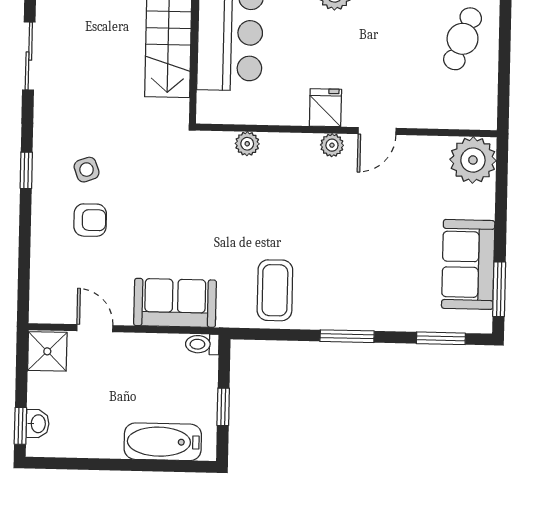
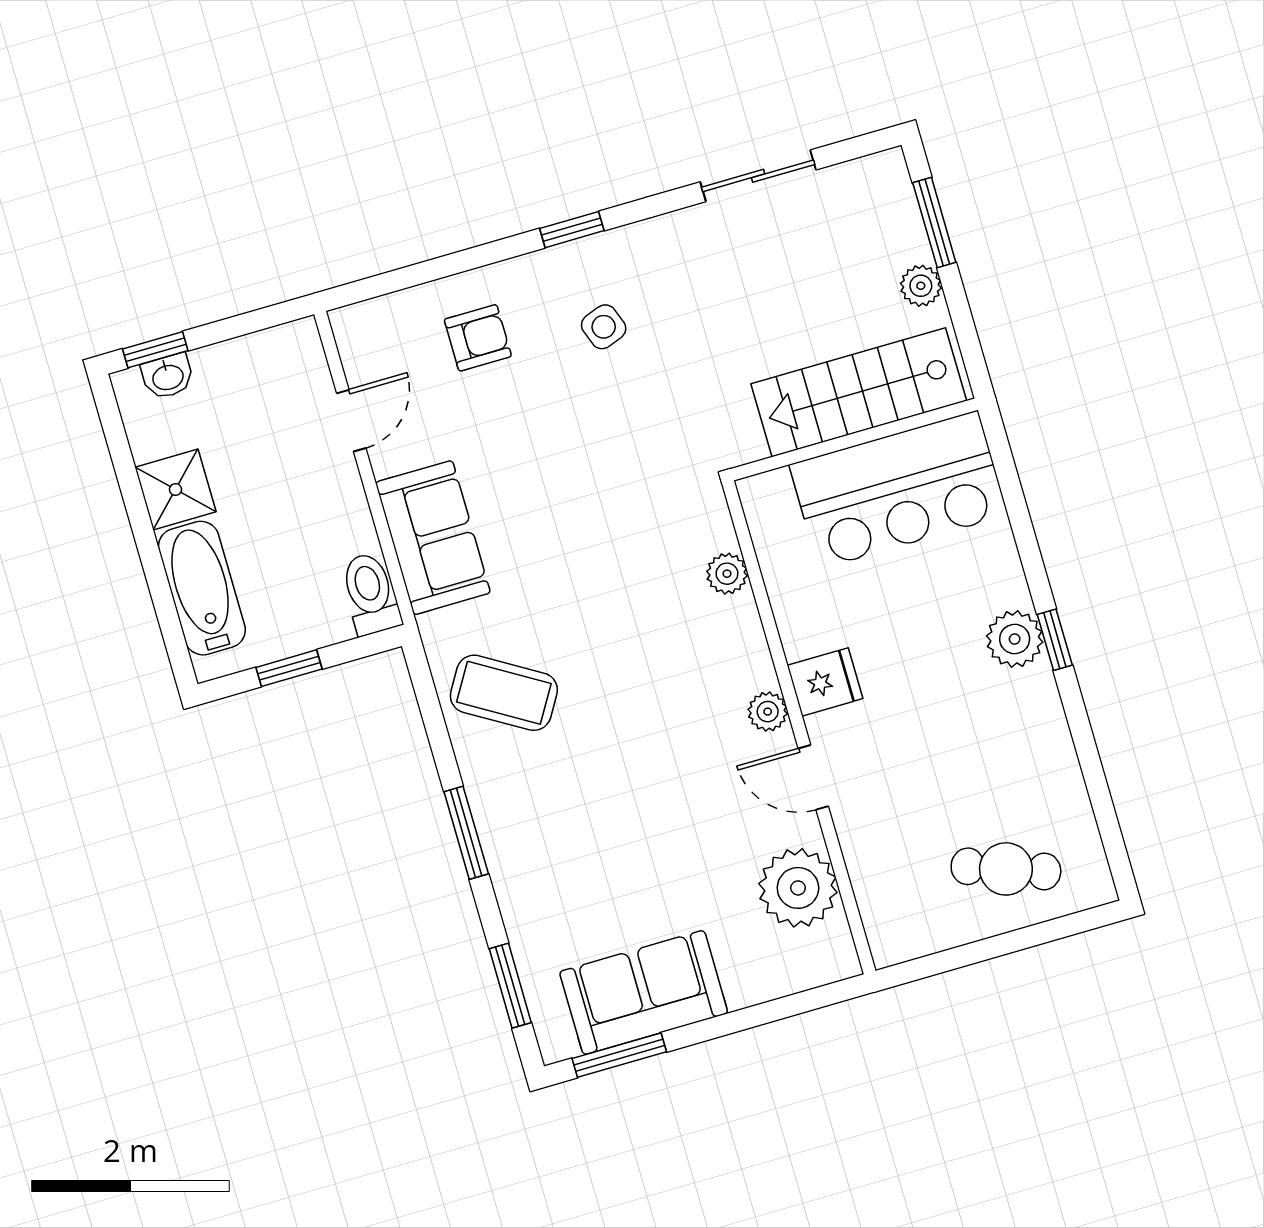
plant: (473, 160) -> (798, 888), moved
armchair: (90, 220) -> (478, 338), moved, turned -90
coffee table: (275, 290) -> (504, 693), turned 31
toilet: (202, 344) -> (370, 594), width x1.37, depth x1.39
shower: (47, 351) -> (176, 489), moved

